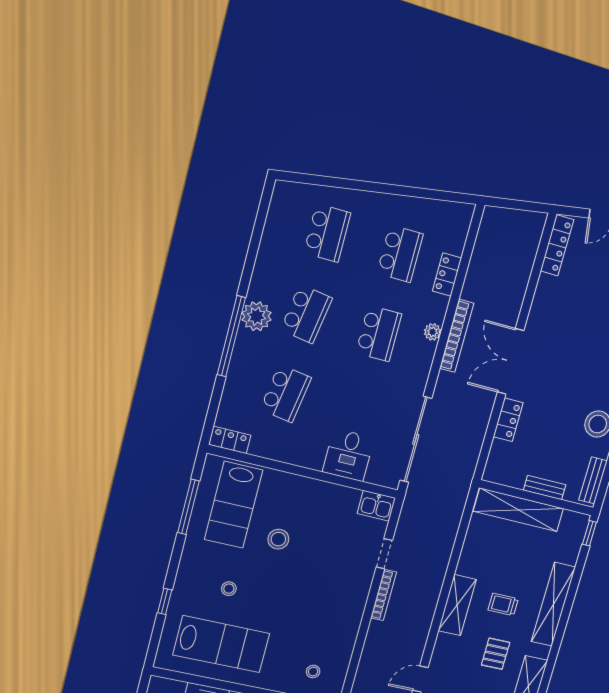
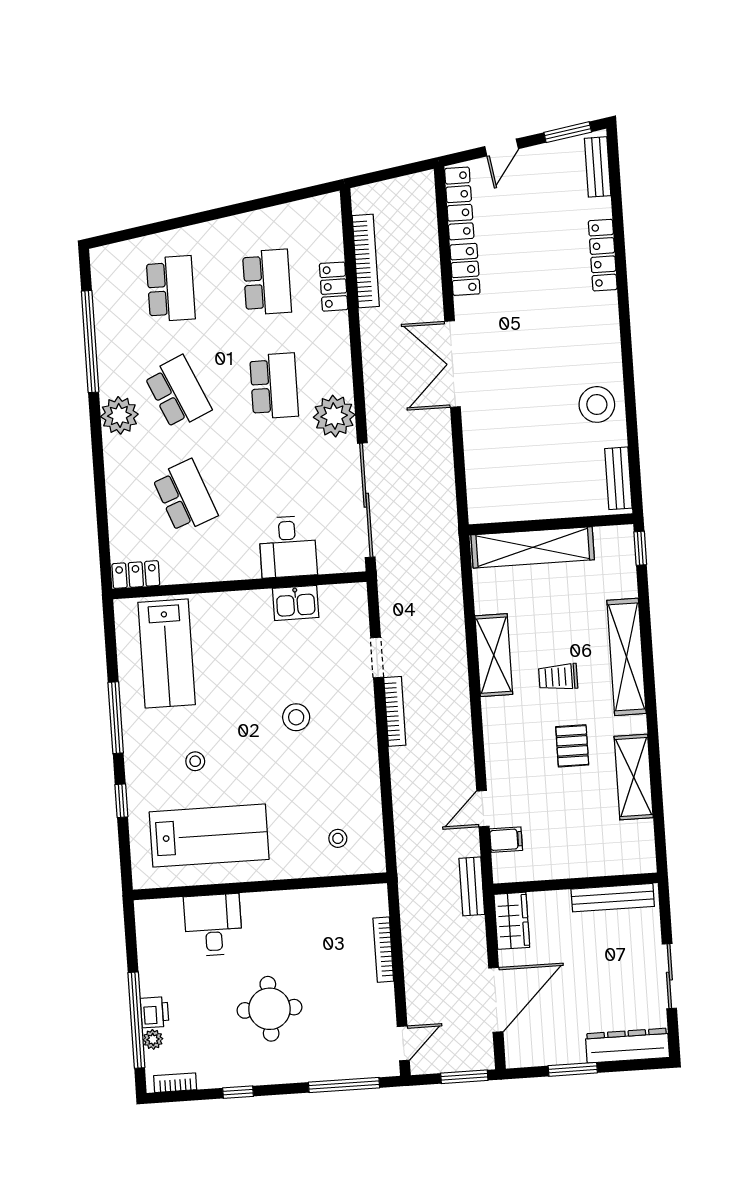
school desk: (306, 314) -> (178, 392), turned -33
plant: (433, 332) -> (334, 416), moved, width x1.88, depth x1.88
window: (231, 336) -> (90, 342), moved
bookcase: (457, 336) -> (366, 261), moved
school desk: (286, 394) -> (185, 496), turned -30
locker: (508, 420) -> (465, 269), moved
bench: (545, 488) -> (557, 508), removed
kitchen sink: (376, 506) -> (296, 603), moved
window: (188, 507) -> (116, 718), moved
stool: (278, 539) -> (296, 717), moved
shelving: (457, 605) -> (494, 655), moved

